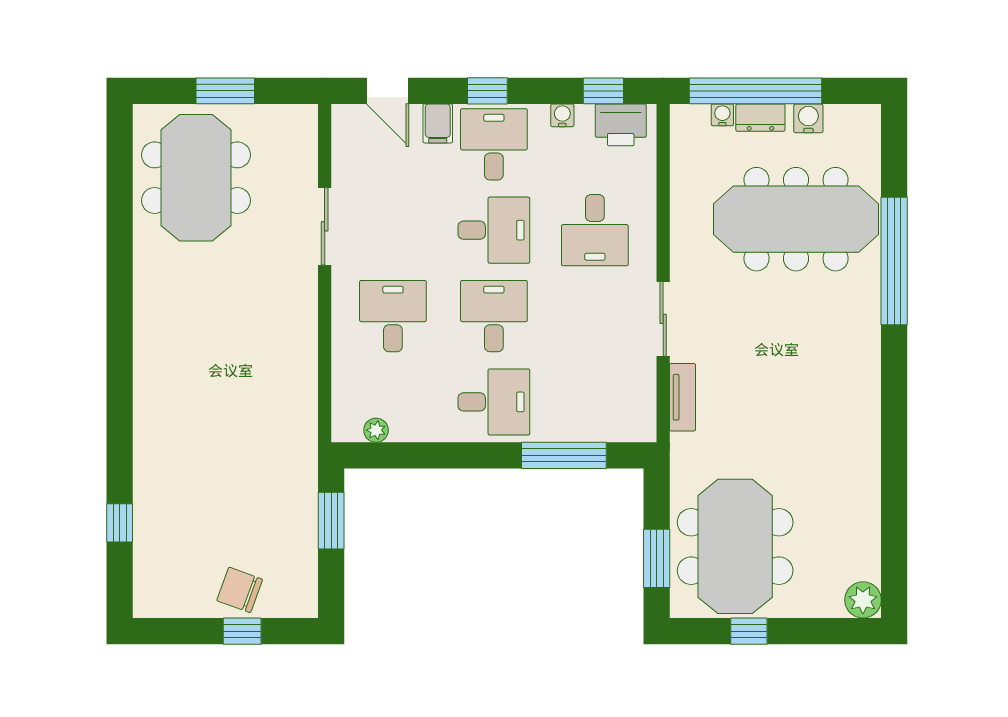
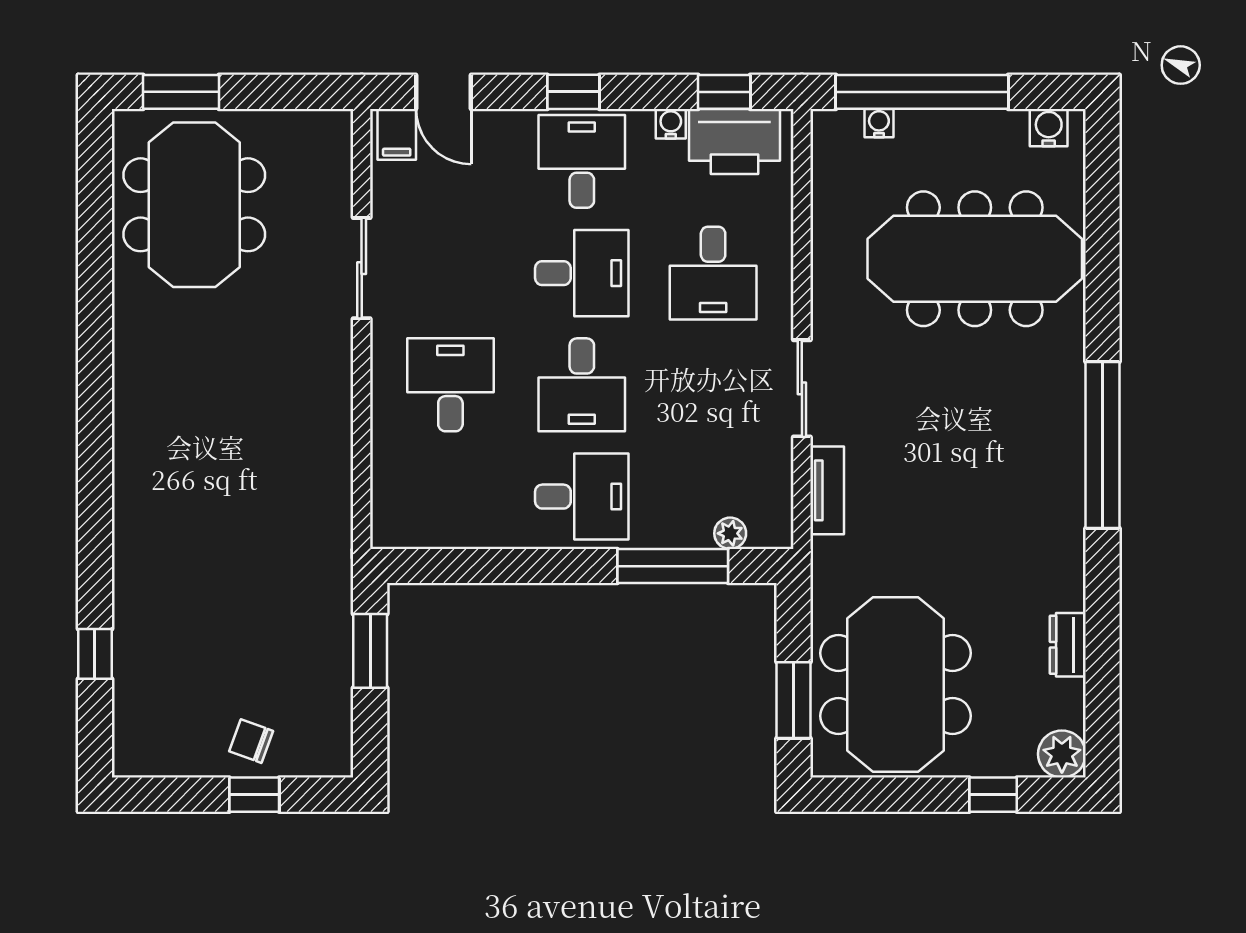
window: (225, 91) -> (181, 92), moved
dresser: (760, 118) -> (1068, 645), moved, turned 90
water cooler: (808, 118) -> (1049, 128), moved
filing cabinet: (438, 123) -> (397, 134), moved
printer: (621, 125) -> (734, 141), width x1.37, depth x1.19
window: (894, 261) -> (1102, 445), moved
desk: (494, 316) -> (582, 385), turned 180
plant: (376, 430) -> (730, 533), moved
chair: (240, 590) -> (251, 741), width x0.73, depth x0.73
window: (749, 631) -> (993, 795), moved

